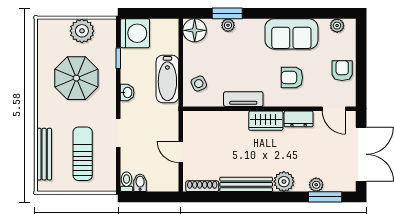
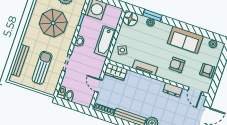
wardrobe: (266, 121) -> (116, 72), moved

